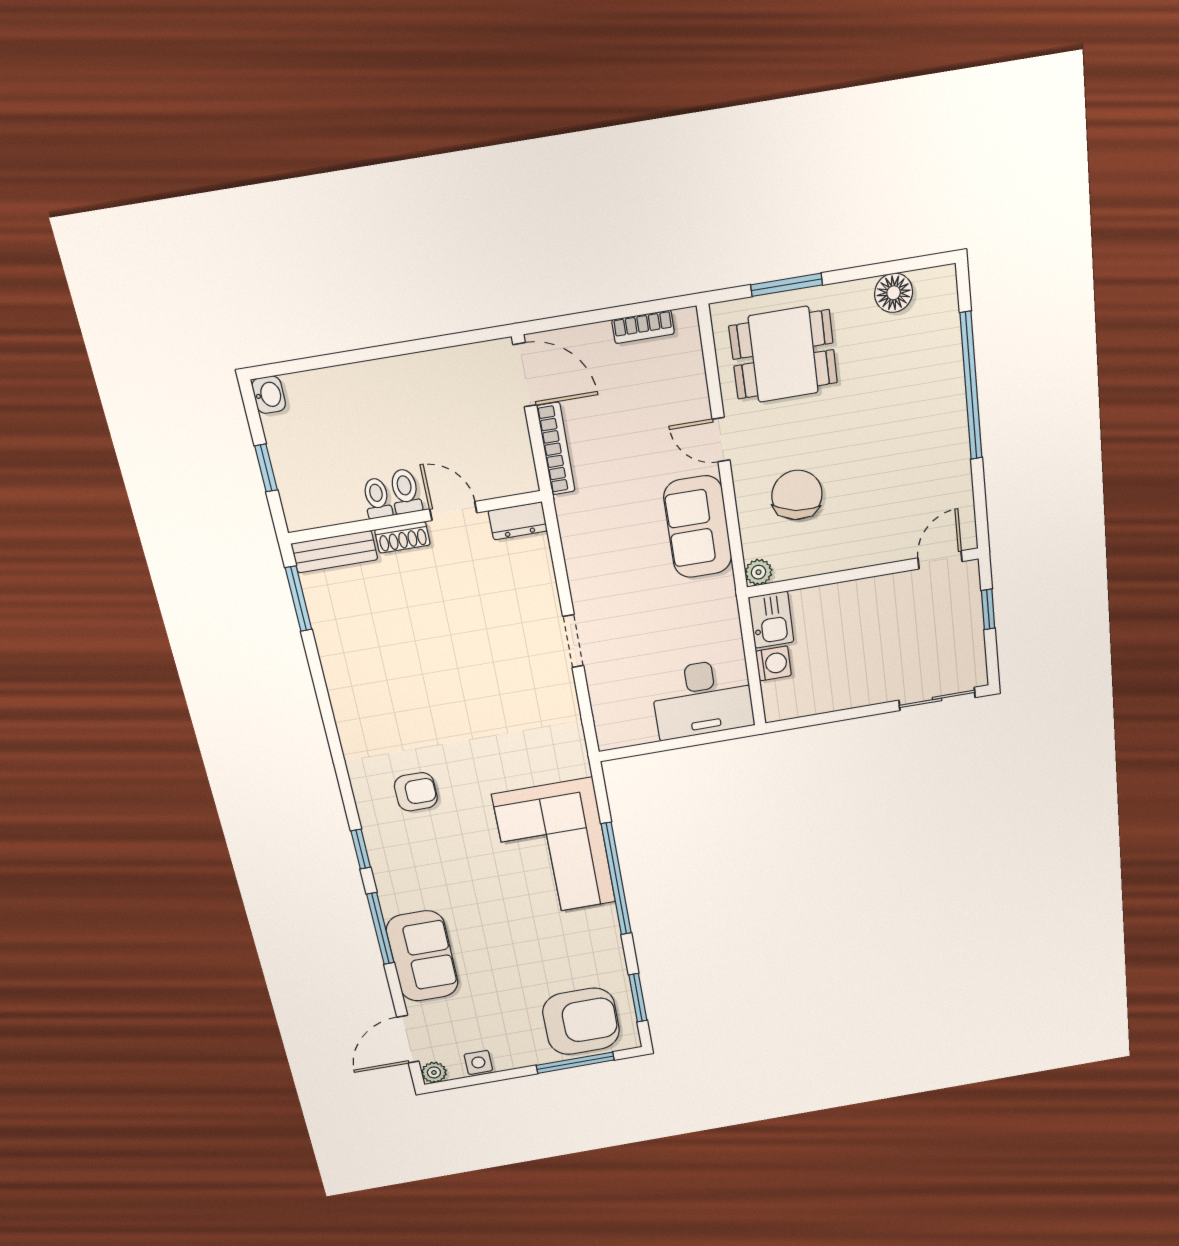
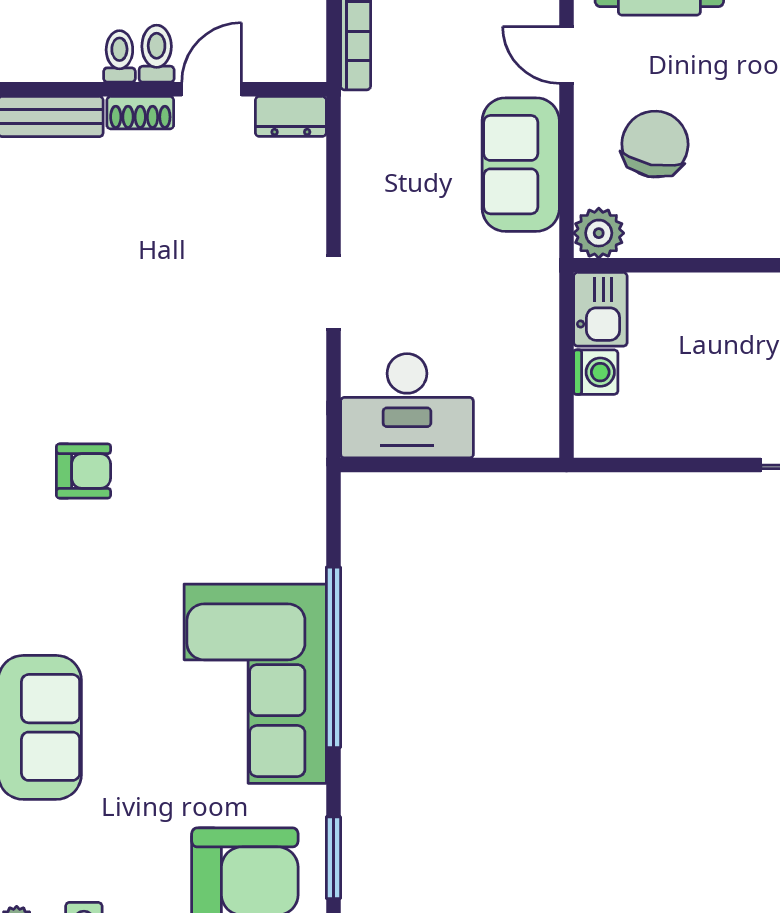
door: (453, 511) -> (212, 89), hinge flipped
plant: (759, 572) -> (599, 233), width x1.38, depth x1.38
desk: (702, 699) -> (407, 406), moved
corner sofa: (554, 849) -> (255, 684), moved

